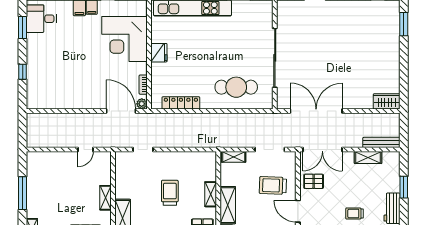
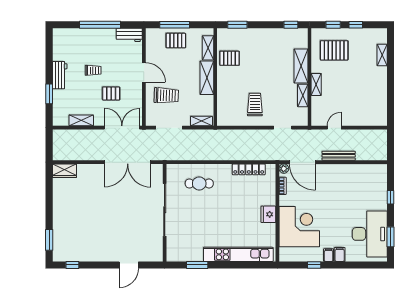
desk: (41, 19) -> (370, 234), width x1.87, depth x1.30
cafe table: (236, 87) -> (199, 183), width x0.73, depth x0.74
bench: (381, 142) -> (339, 156), moved
pallet: (314, 181) -> (111, 93), moved
window: (23, 193) -> (391, 89), removed
trolley: (170, 193) -> (255, 105), moved, turned 180
shelving: (211, 194) -> (303, 95), moved

